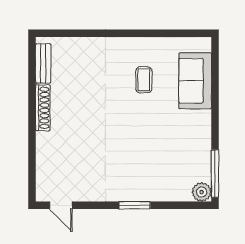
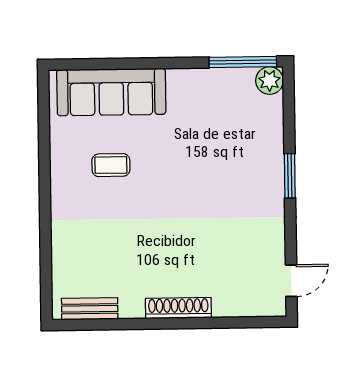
sofa: (195, 81) -> (111, 92), width x1.36
shoe rack: (43, 108) -> (178, 308), moved

